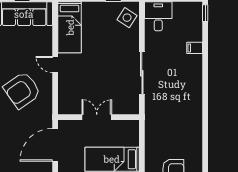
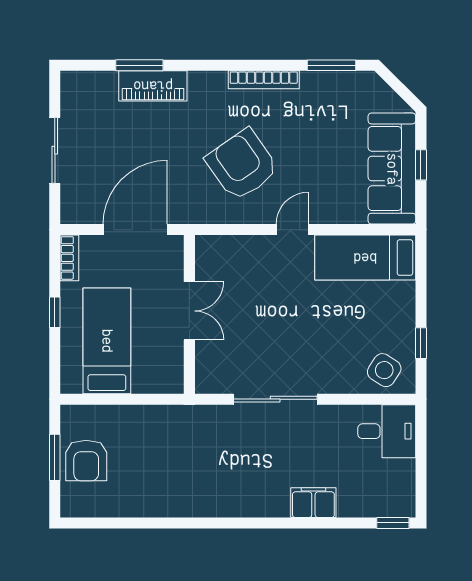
filing cabinet: (195, 48) -> (313, 503), width x2.00
door: (55, 145) -> (135, 230), hinge flipped

